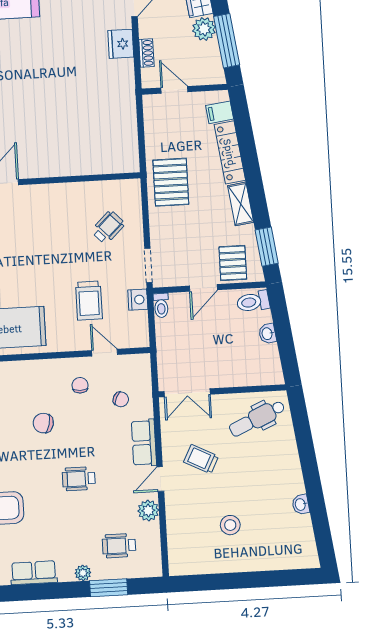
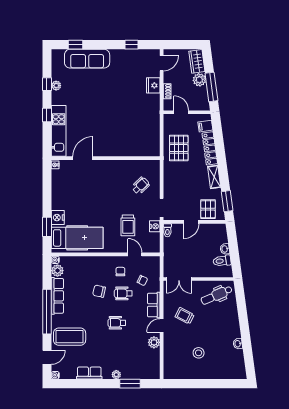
pallet: (171, 182) -> (179, 148), moved
toilet: (253, 302) -> (222, 261), moved
wheelchair: (119, 546) -> (123, 293), moved

